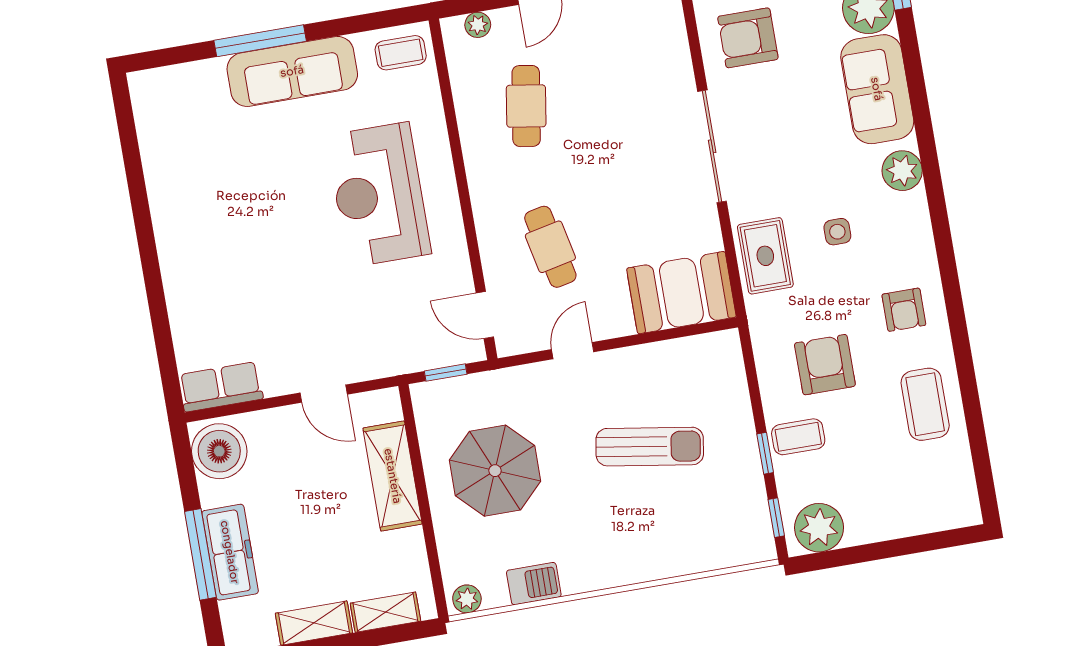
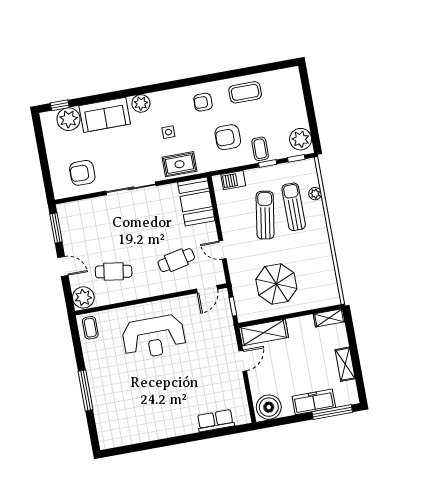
plant: (478, 25) -> (83, 297), width x1.87, depth x1.87
armchair: (748, 38) -> (82, 173), turned 90
sofa: (292, 71) -> (99, 376), removed
armchair: (904, 310) -> (203, 102), turned 180
row of seats: (221, 387) -> (215, 421), moved, turned 90
shelving: (393, 476) -> (264, 333), moved
sun lounger: (668, 511) -> (294, 207), added
window: (200, 554) -> (332, 412), moved
barbecue: (534, 584) -> (233, 180), moved, turned -90
plant: (467, 599) -> (315, 194), moved
shelving: (385, 612) -> (329, 318), moved, turned 90

